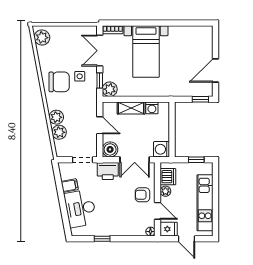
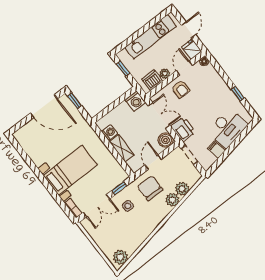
door: (216, 70) -> (44, 106), width x1.36
chair: (59, 82) -> (150, 188), moved
plant: (110, 89) -> (120, 175), removed

